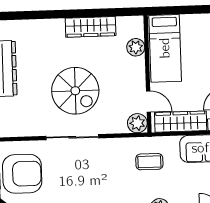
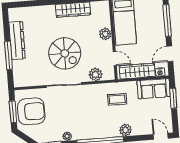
plant: (136, 47) -> (105, 34), moved
plant: (137, 123) -> (95, 75), moved

